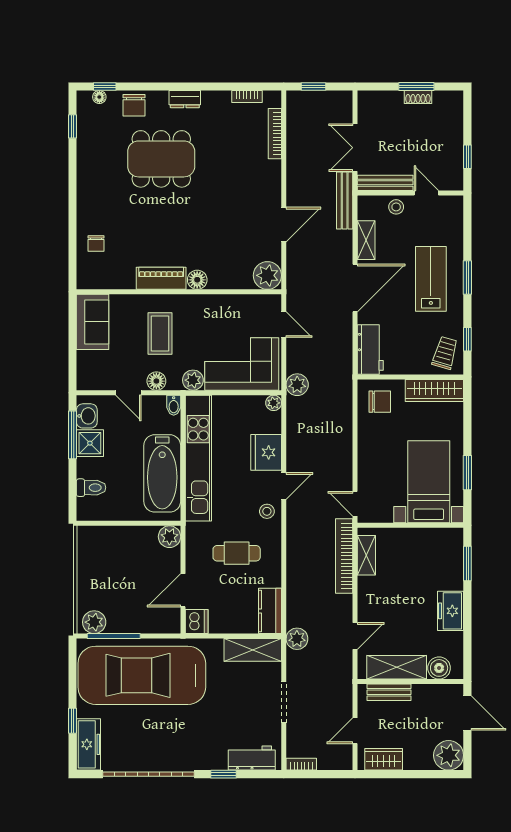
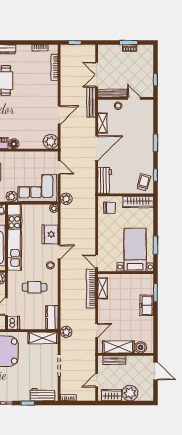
lab bench: (431, 279) -> (136, 143), removed
freezer: (451, 611) -> (147, 305), moved
plant: (449, 755) -> (130, 393), moved

